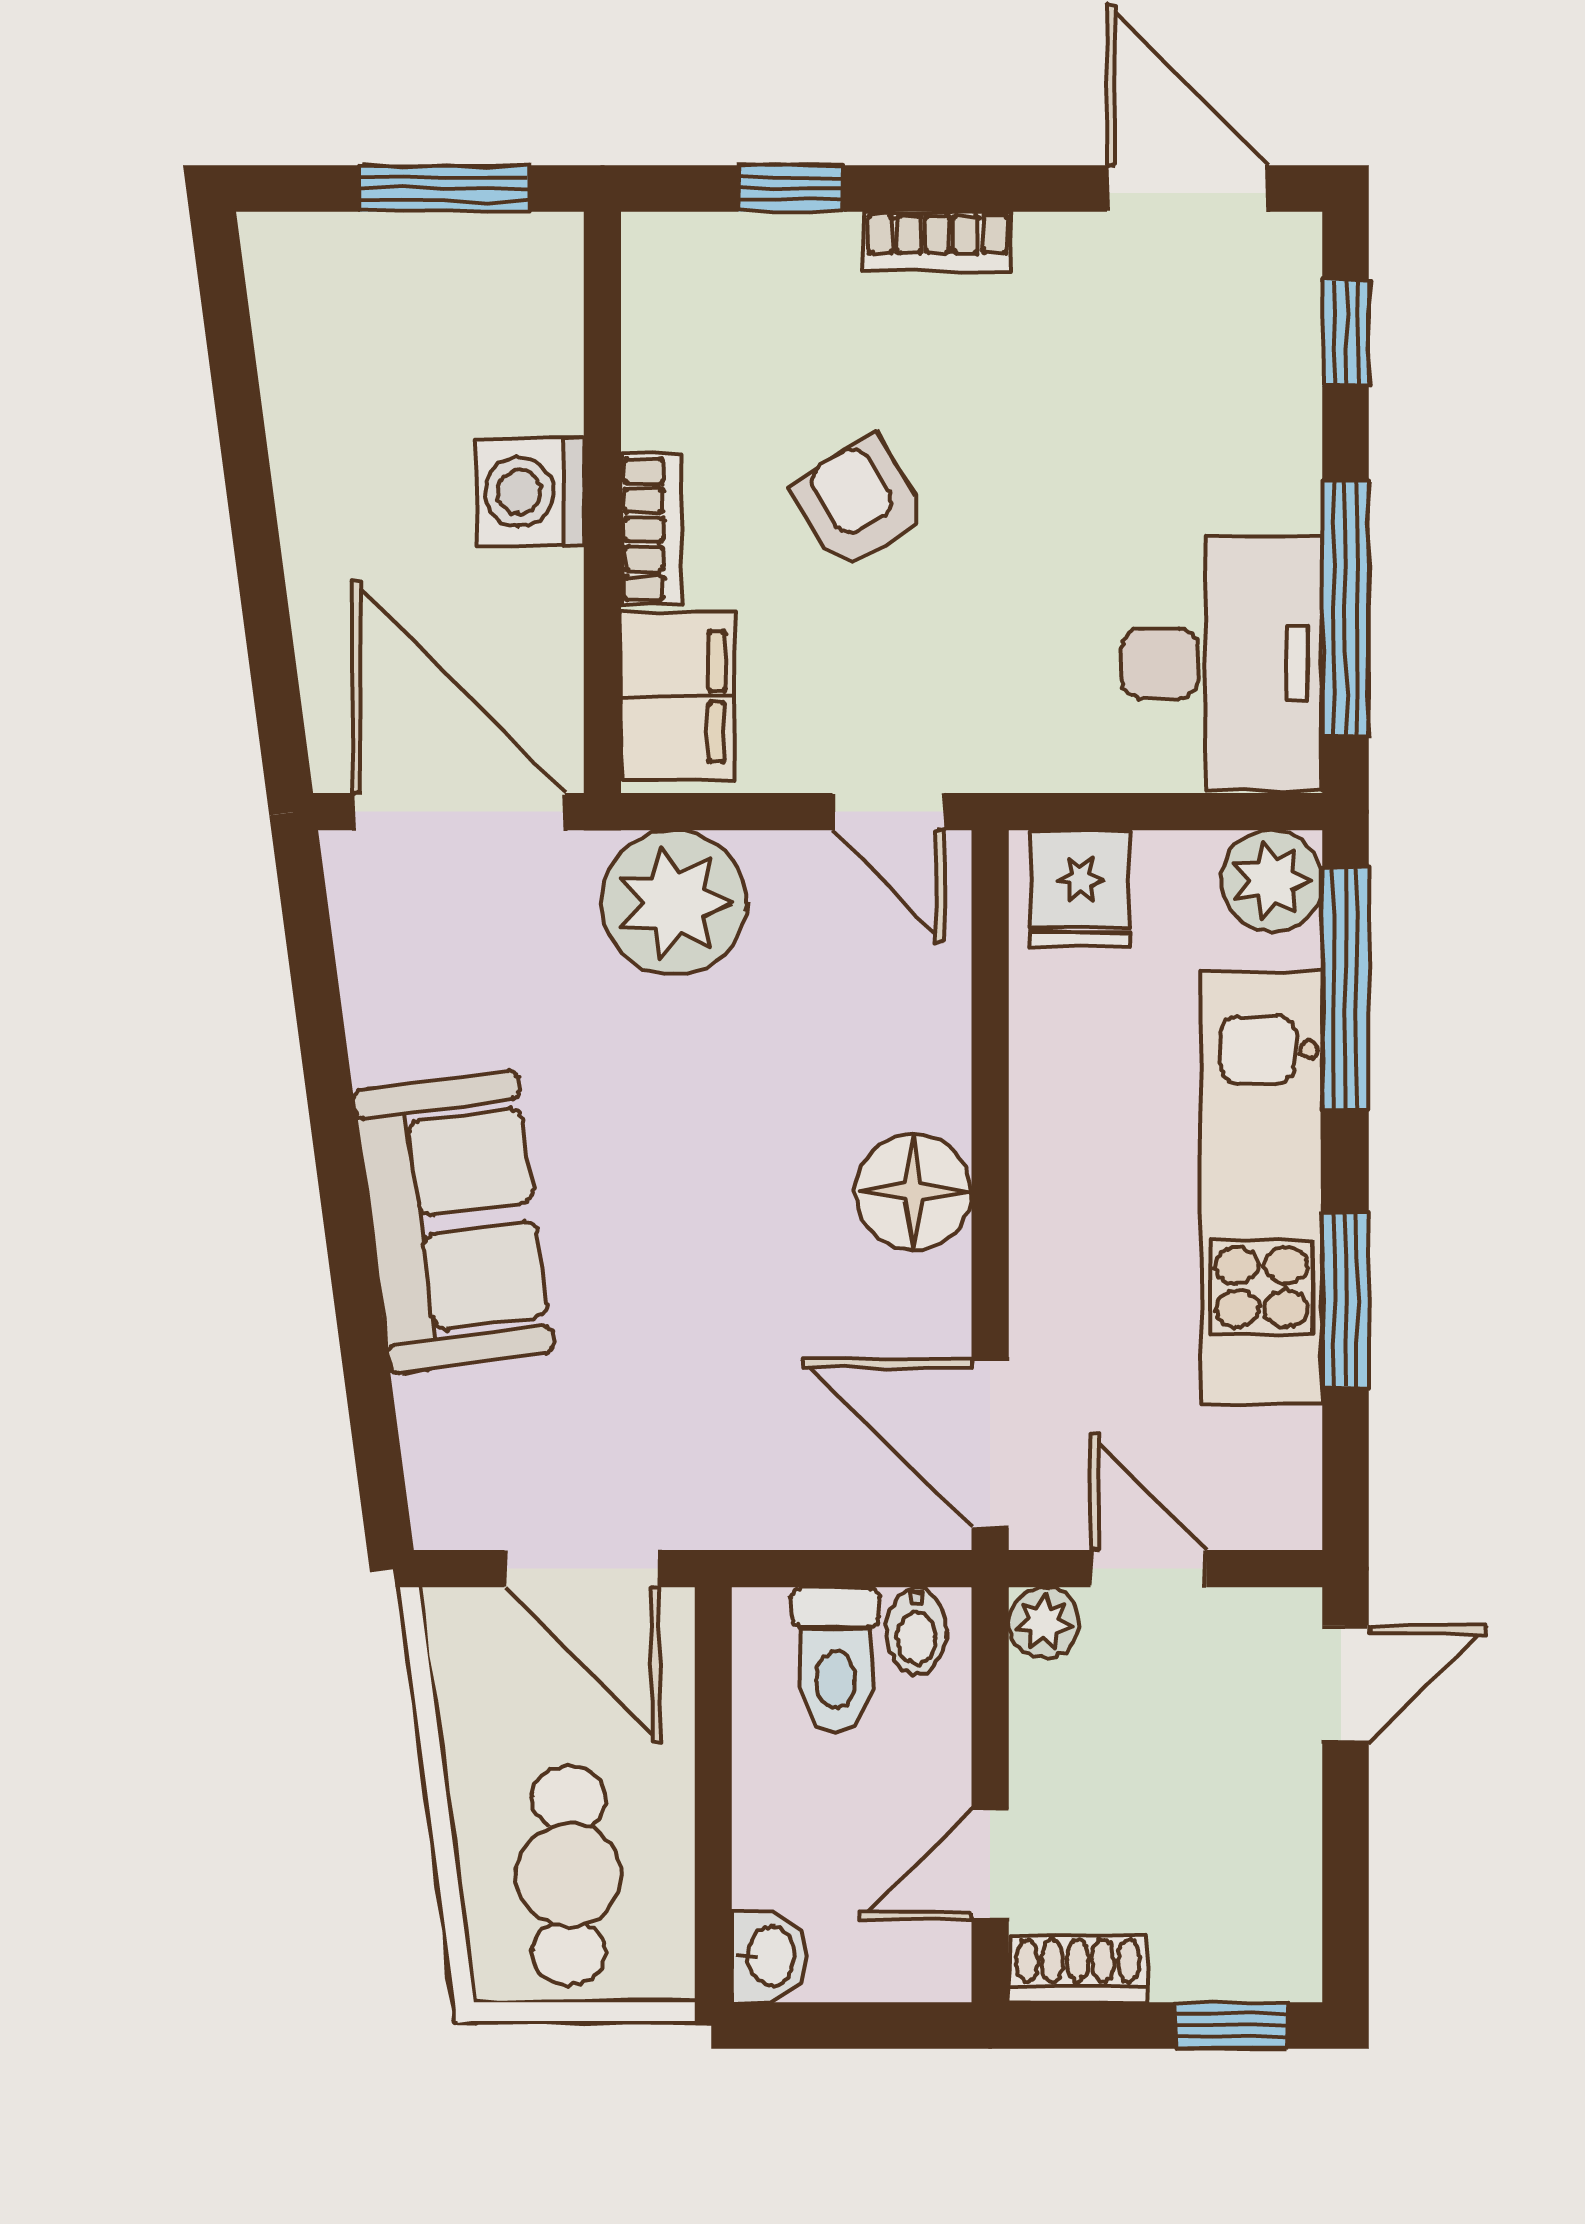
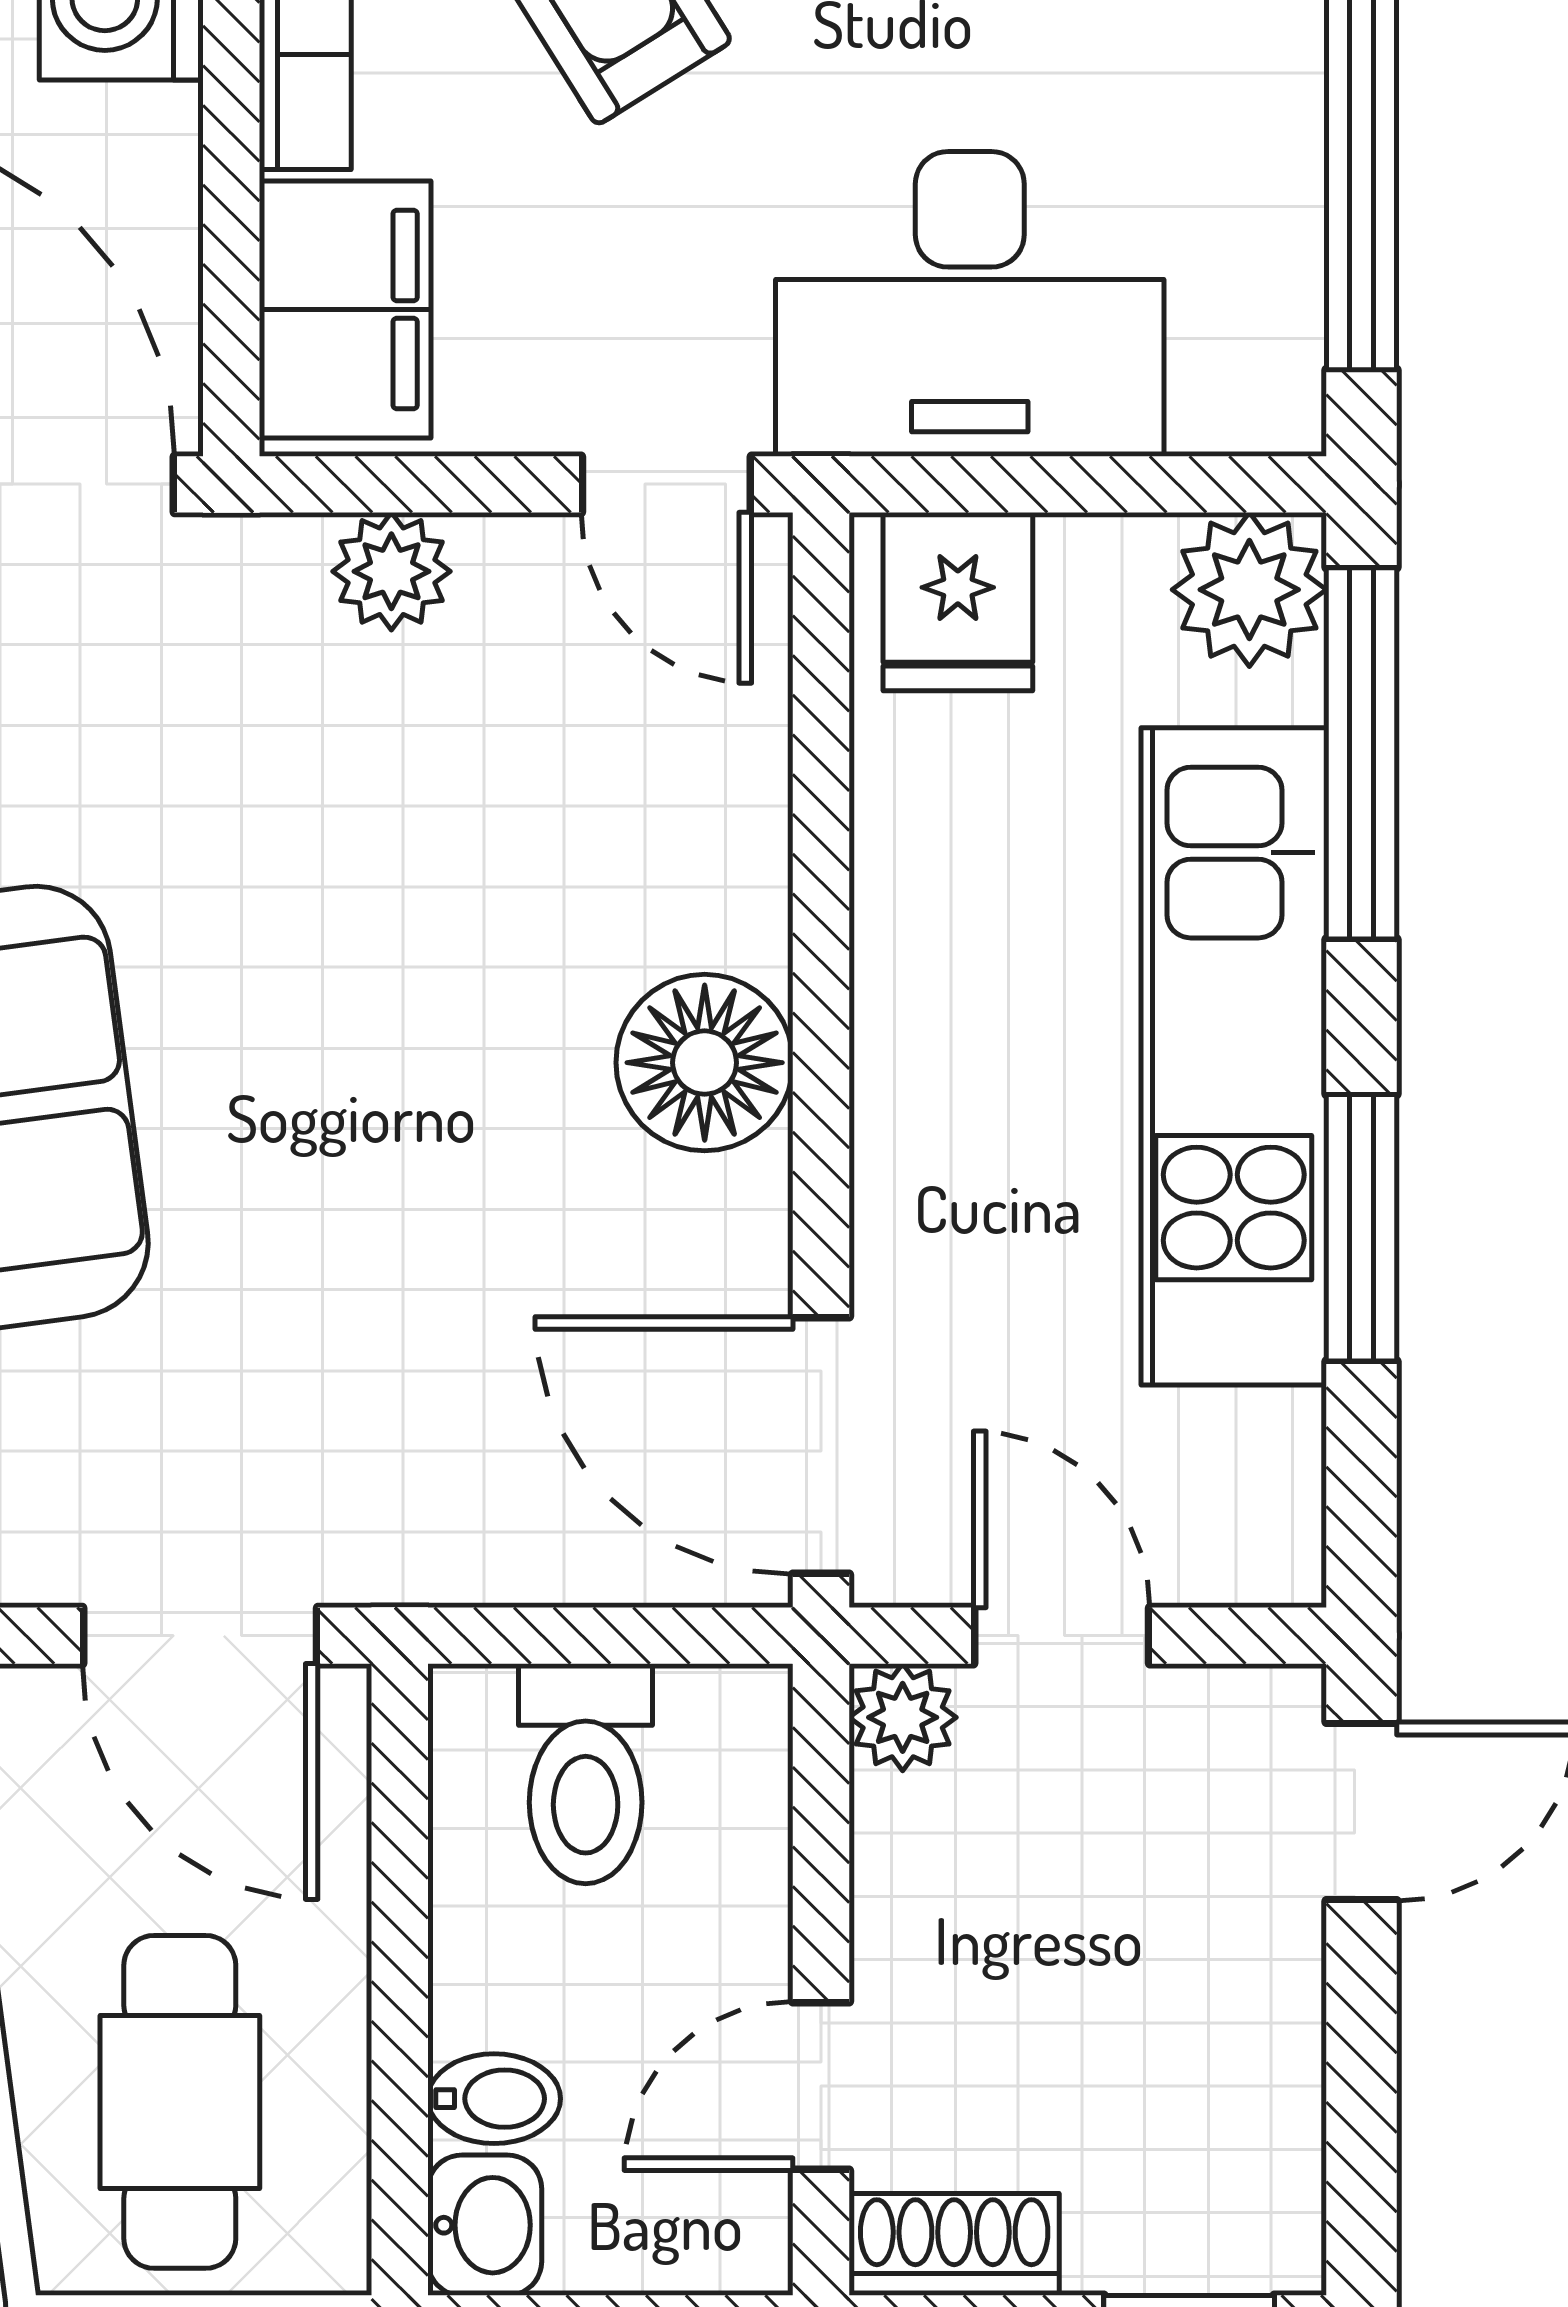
desk: (1222, 664) -> (970, 304), moved, turned 90
plant: (674, 903) -> (391, 571), width x0.53, depth x0.53
bidet: (916, 1631) -> (494, 2099), moved, turned -90

